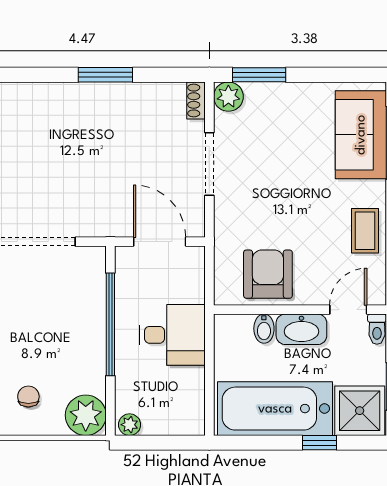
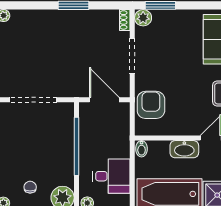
armchair: (268, 274) -> (151, 105), moved
bidet: (264, 329) -> (142, 149), moved
desk: (172, 335) -> (111, 176), moved

